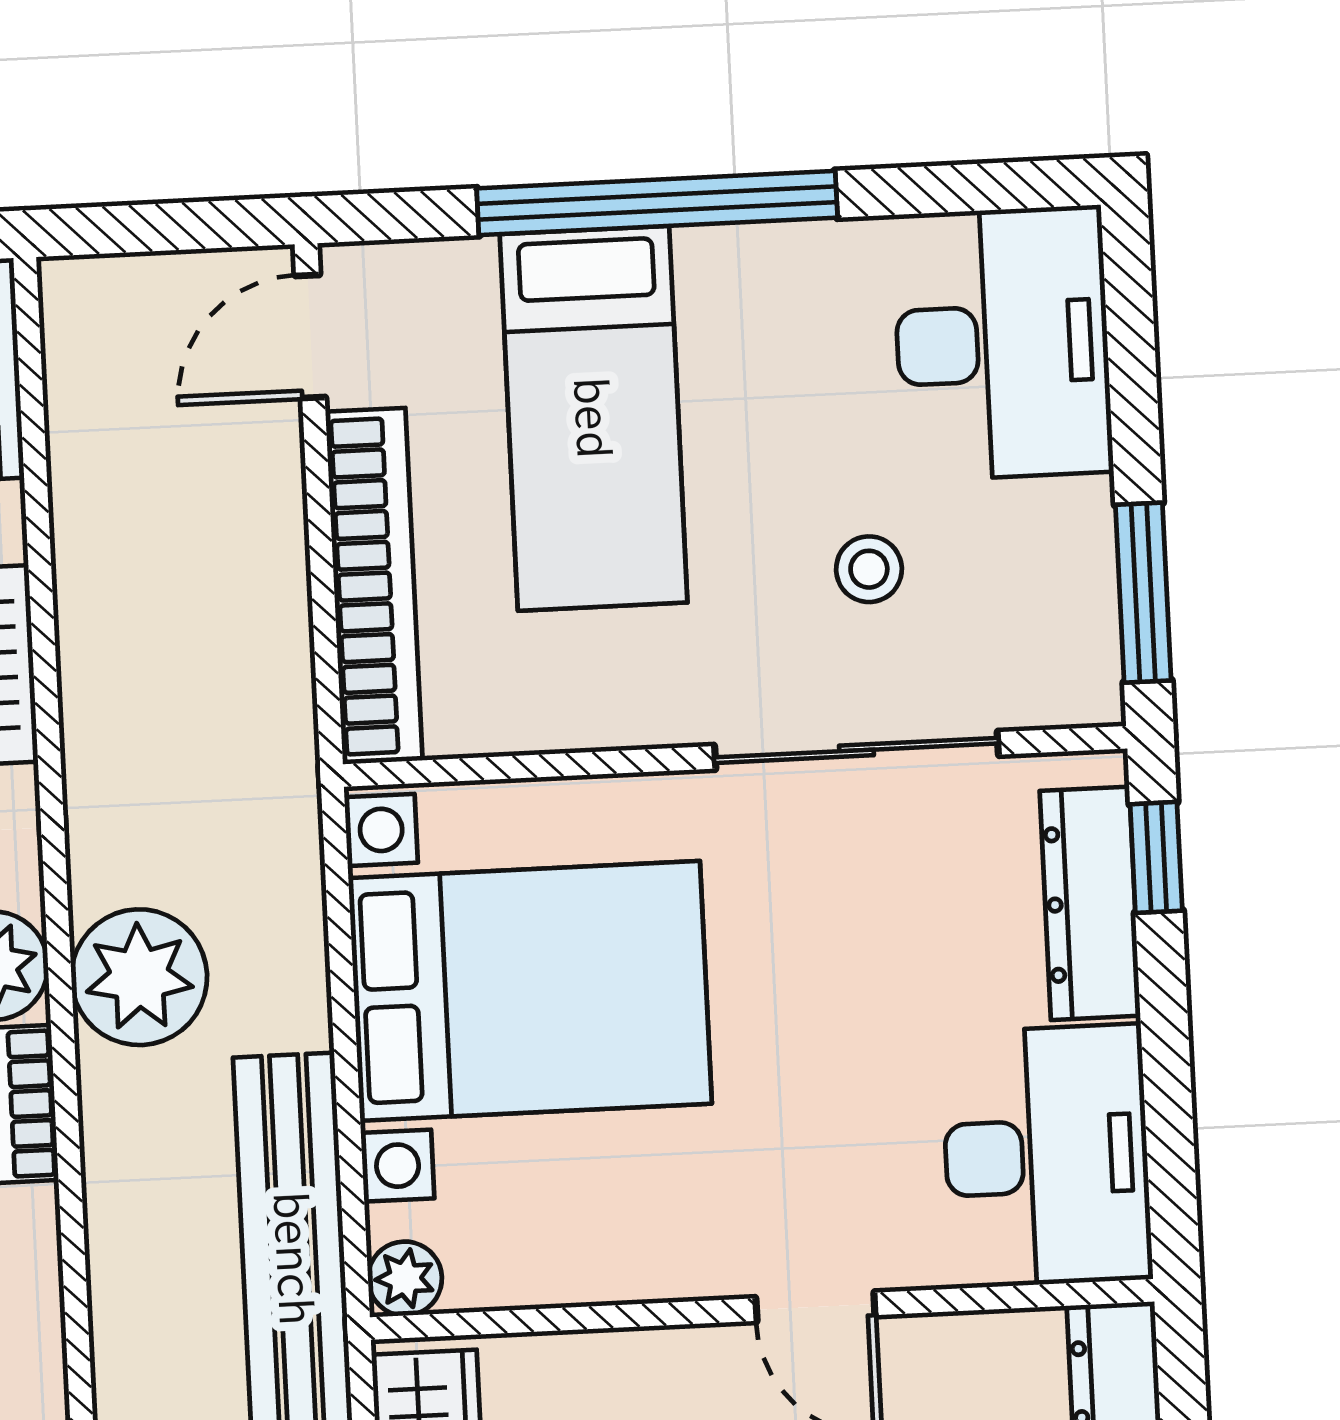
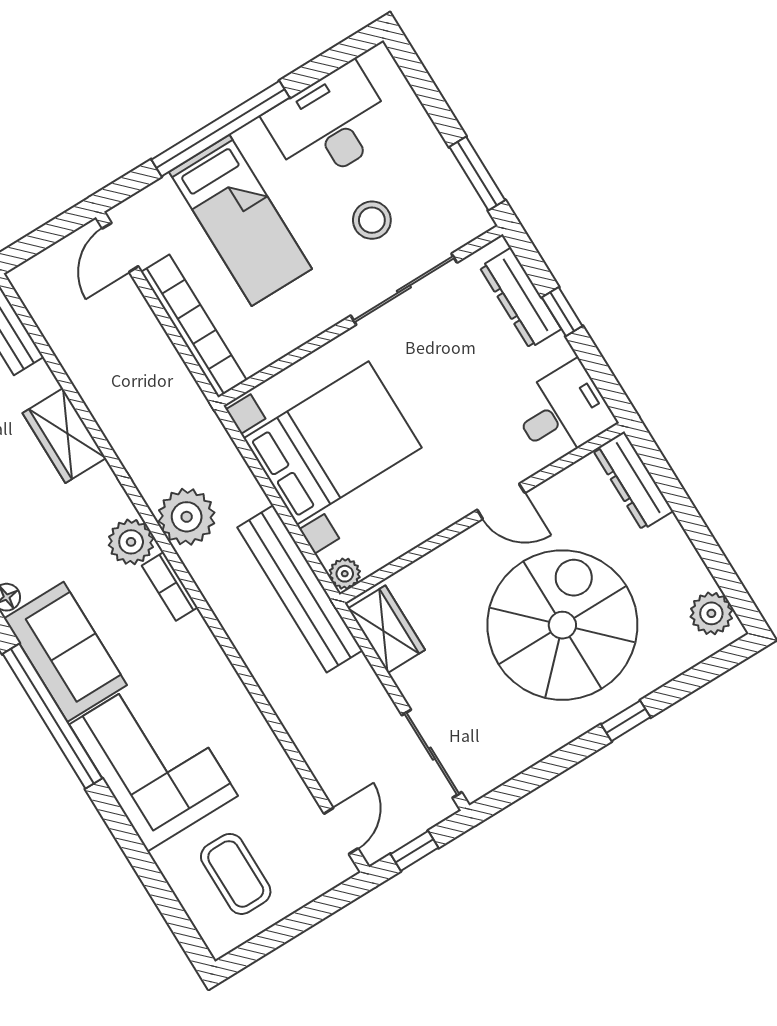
desk: (1003, 343) -> (330, 124), moved, turned -90
stool: (869, 569) -> (372, 220), width x1.37, depth x1.37
window: (1156, 857) -> (562, 312), moved
desk: (1047, 1156) -> (563, 412), width x0.73

